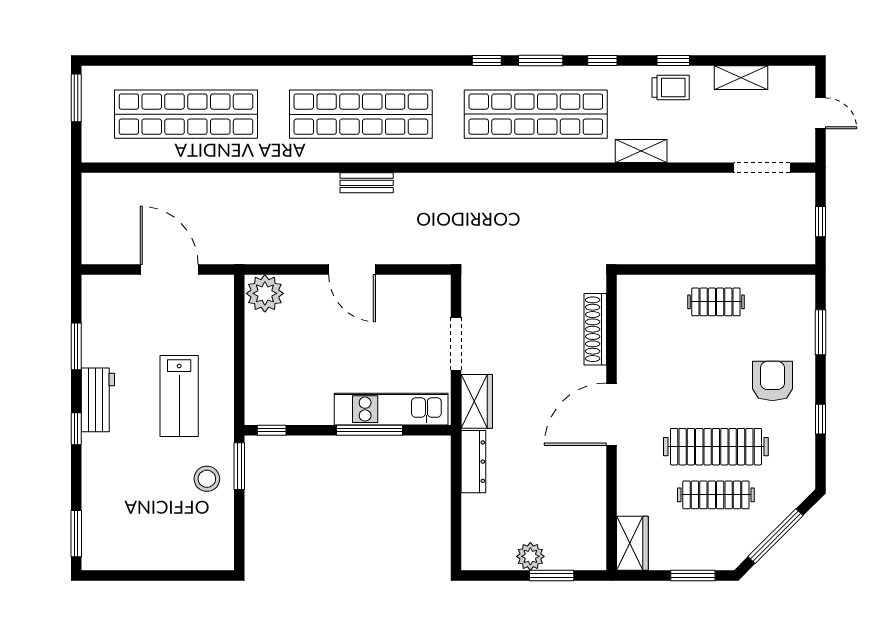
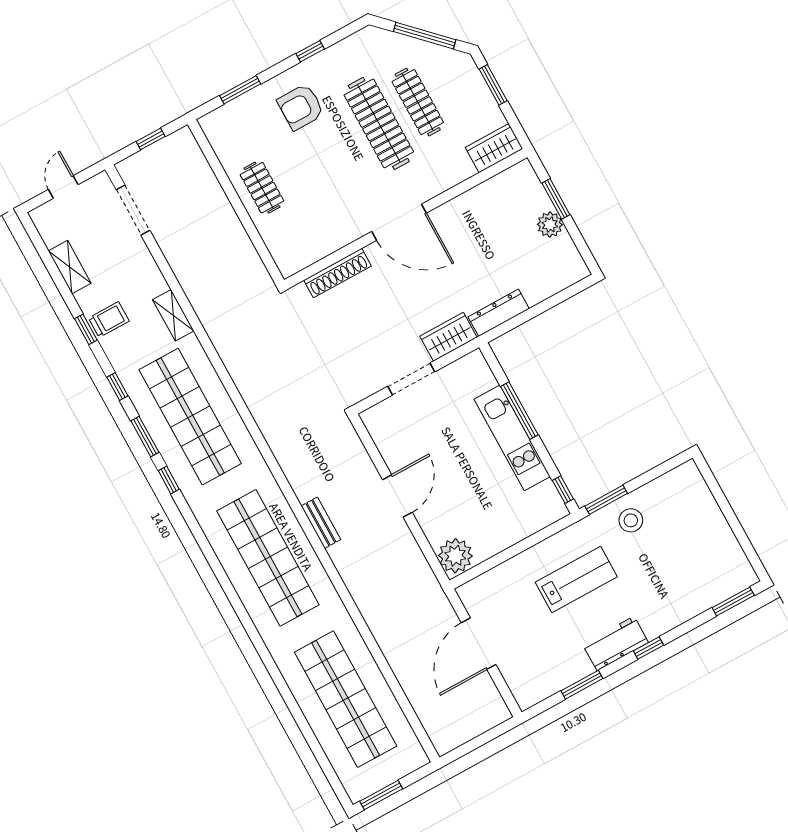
trolley: (671, 87) -> (109, 320), turned 90
kitchen unit: (391, 409) -> (512, 438), moved

